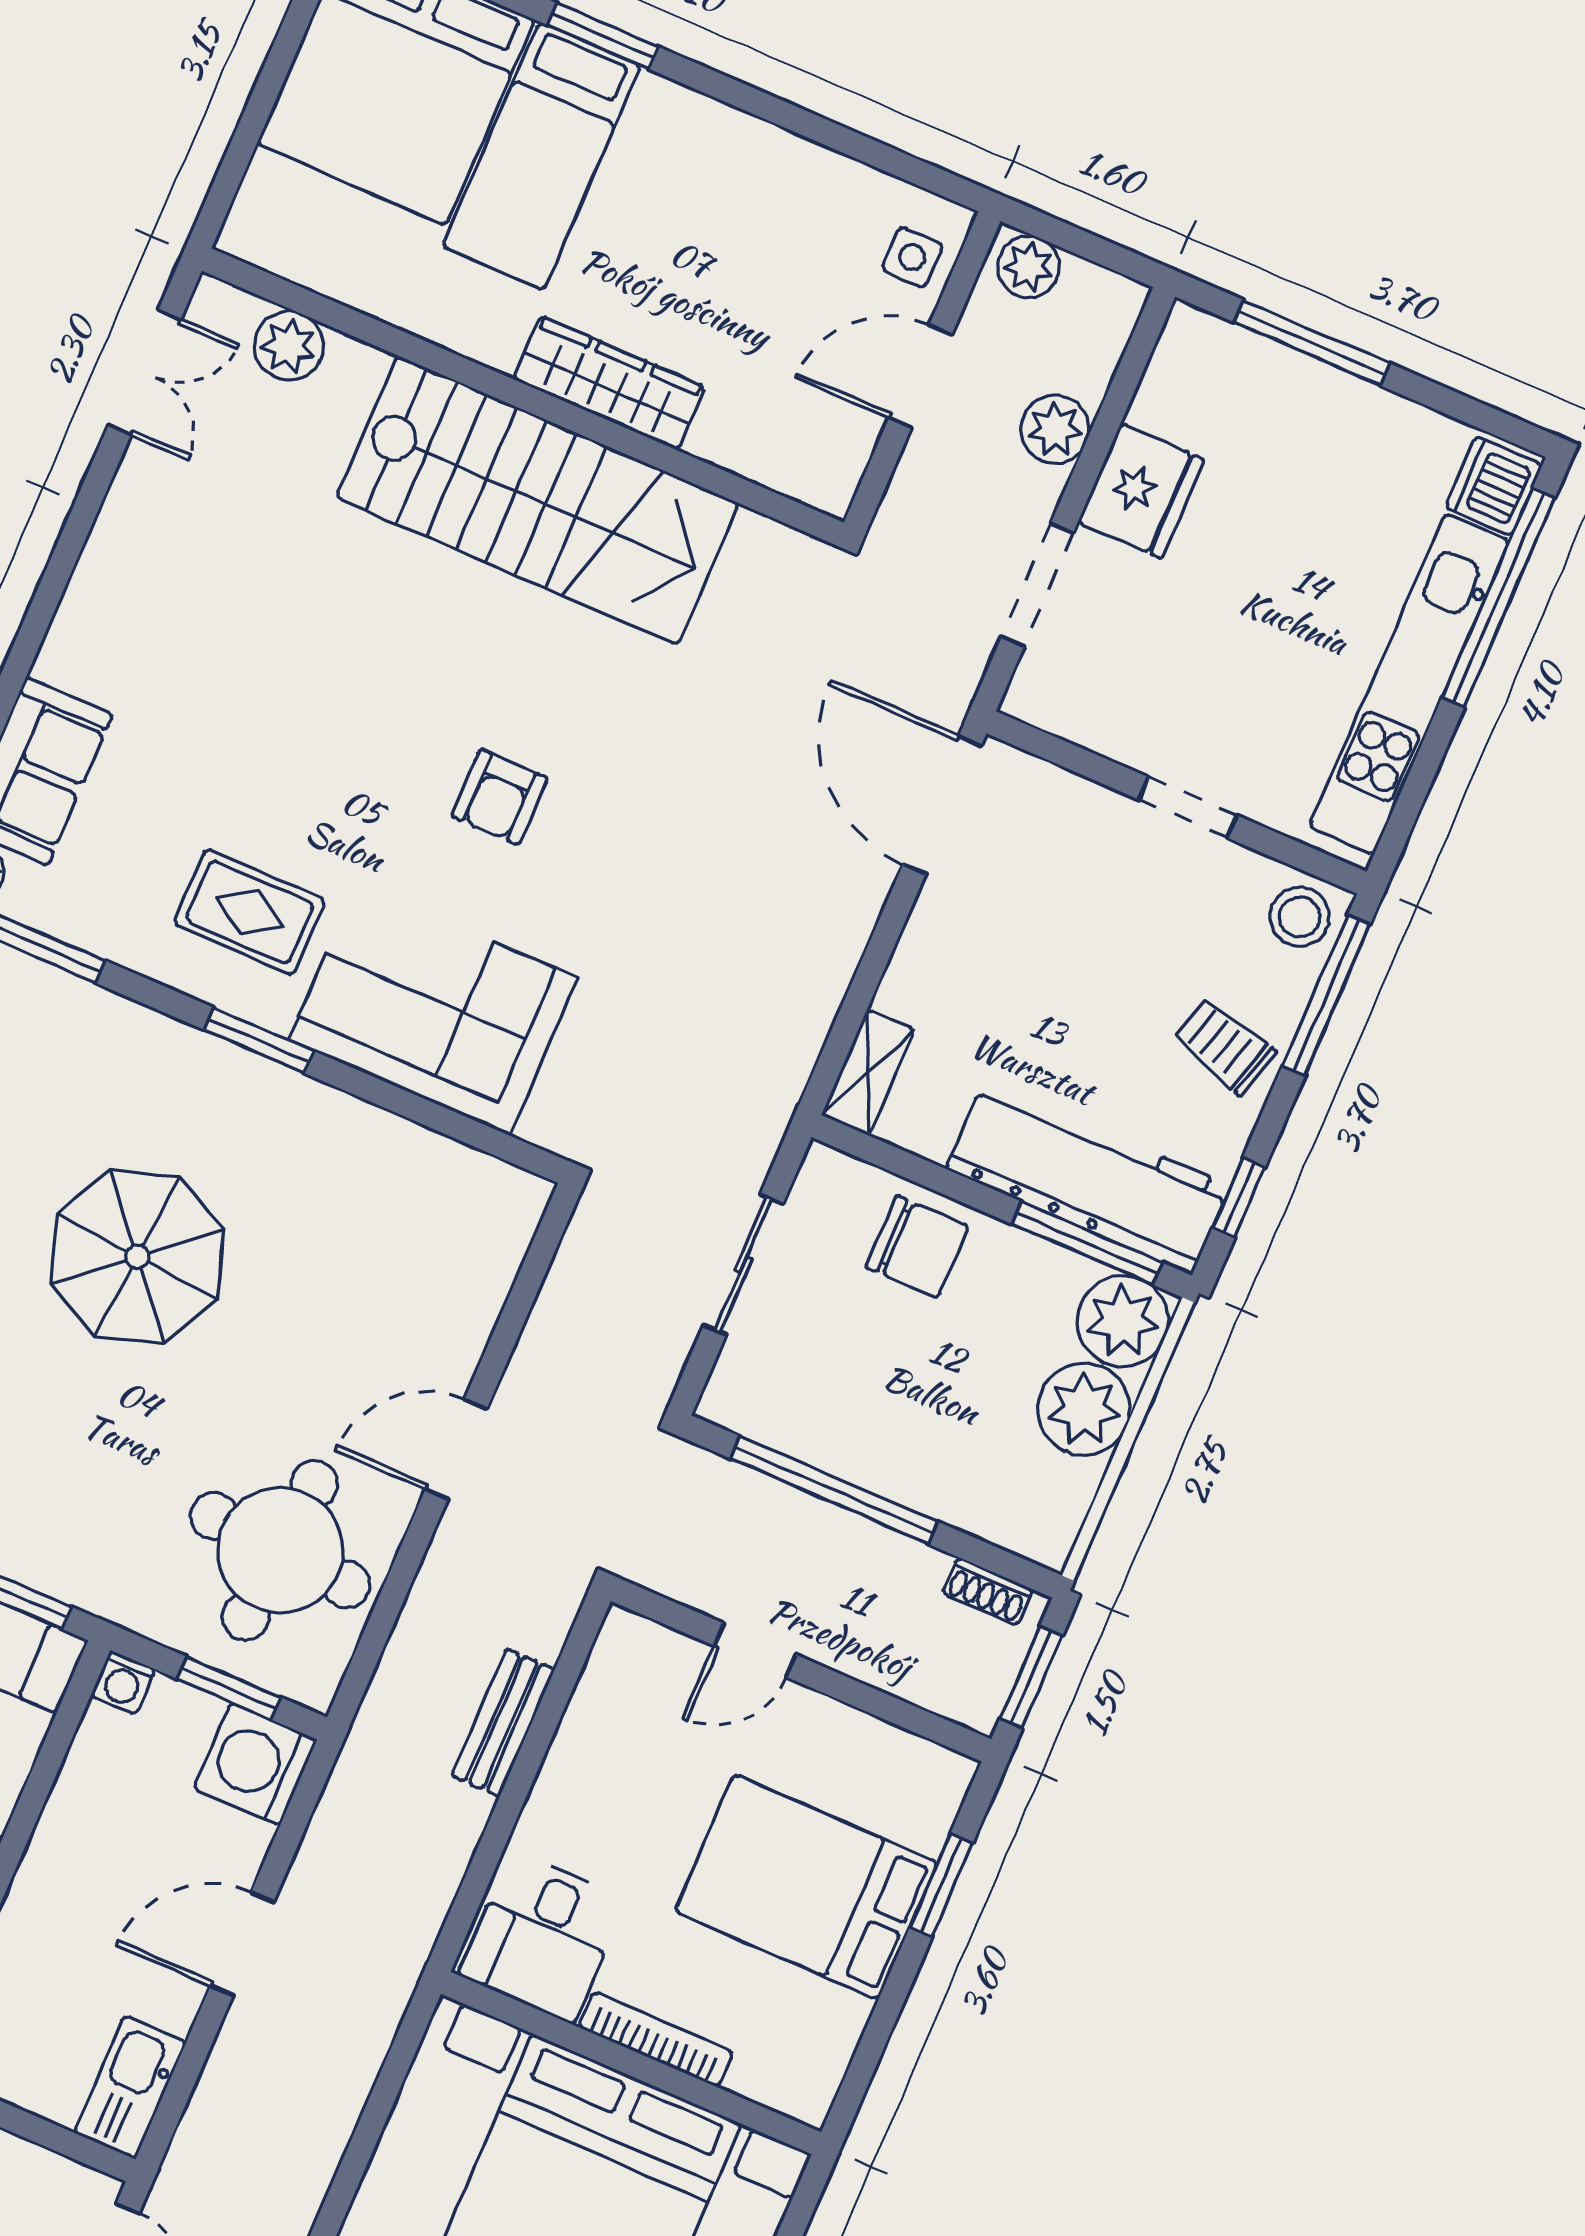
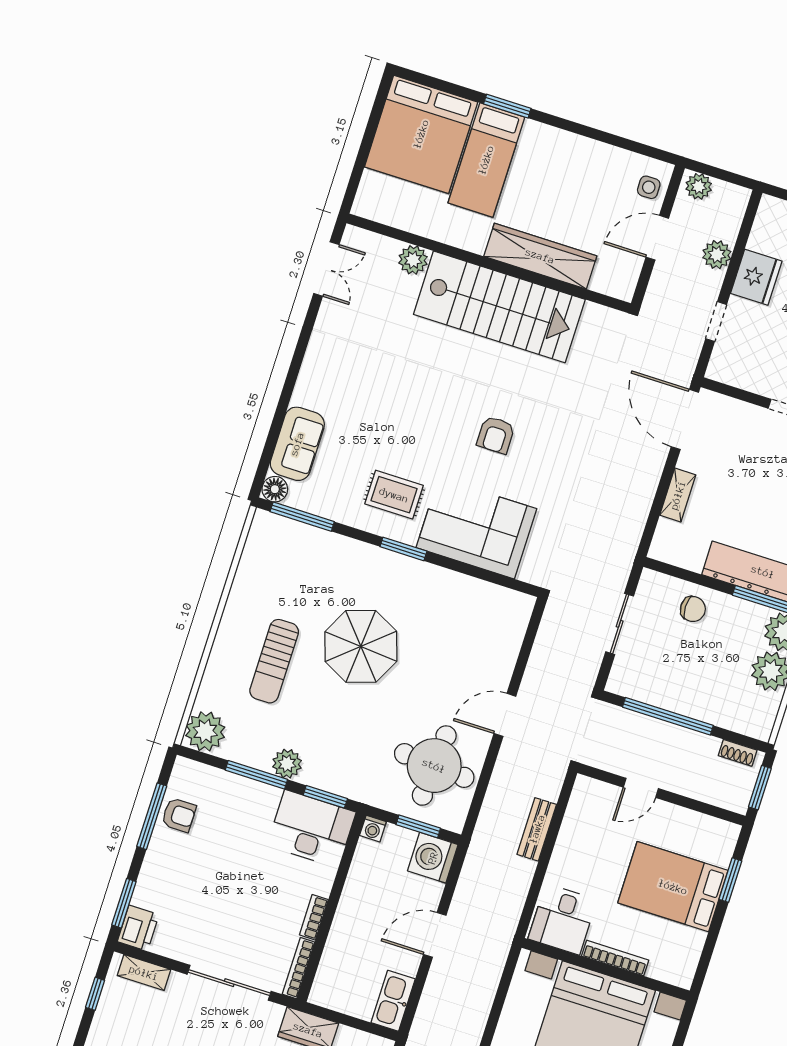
plant: (289, 346) -> (413, 260), moved
wardrobe: (609, 383) -> (540, 256), width x1.40, depth x1.17
doorway: (1038, 585) -> (716, 322), width x0.73
shelving: (868, 1072) -> (678, 495), moved
chair: (917, 1247) -> (693, 609), width x0.73, depth x0.73

